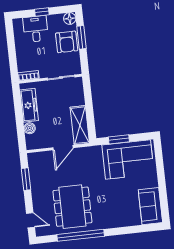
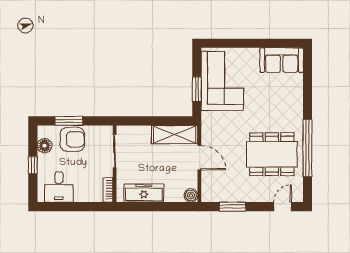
floor lamp: (70, 19) -> (45, 146), moved
desk: (36, 29) -> (59, 187), moved, turned -90
boiler: (30, 128) -> (191, 195), moved

